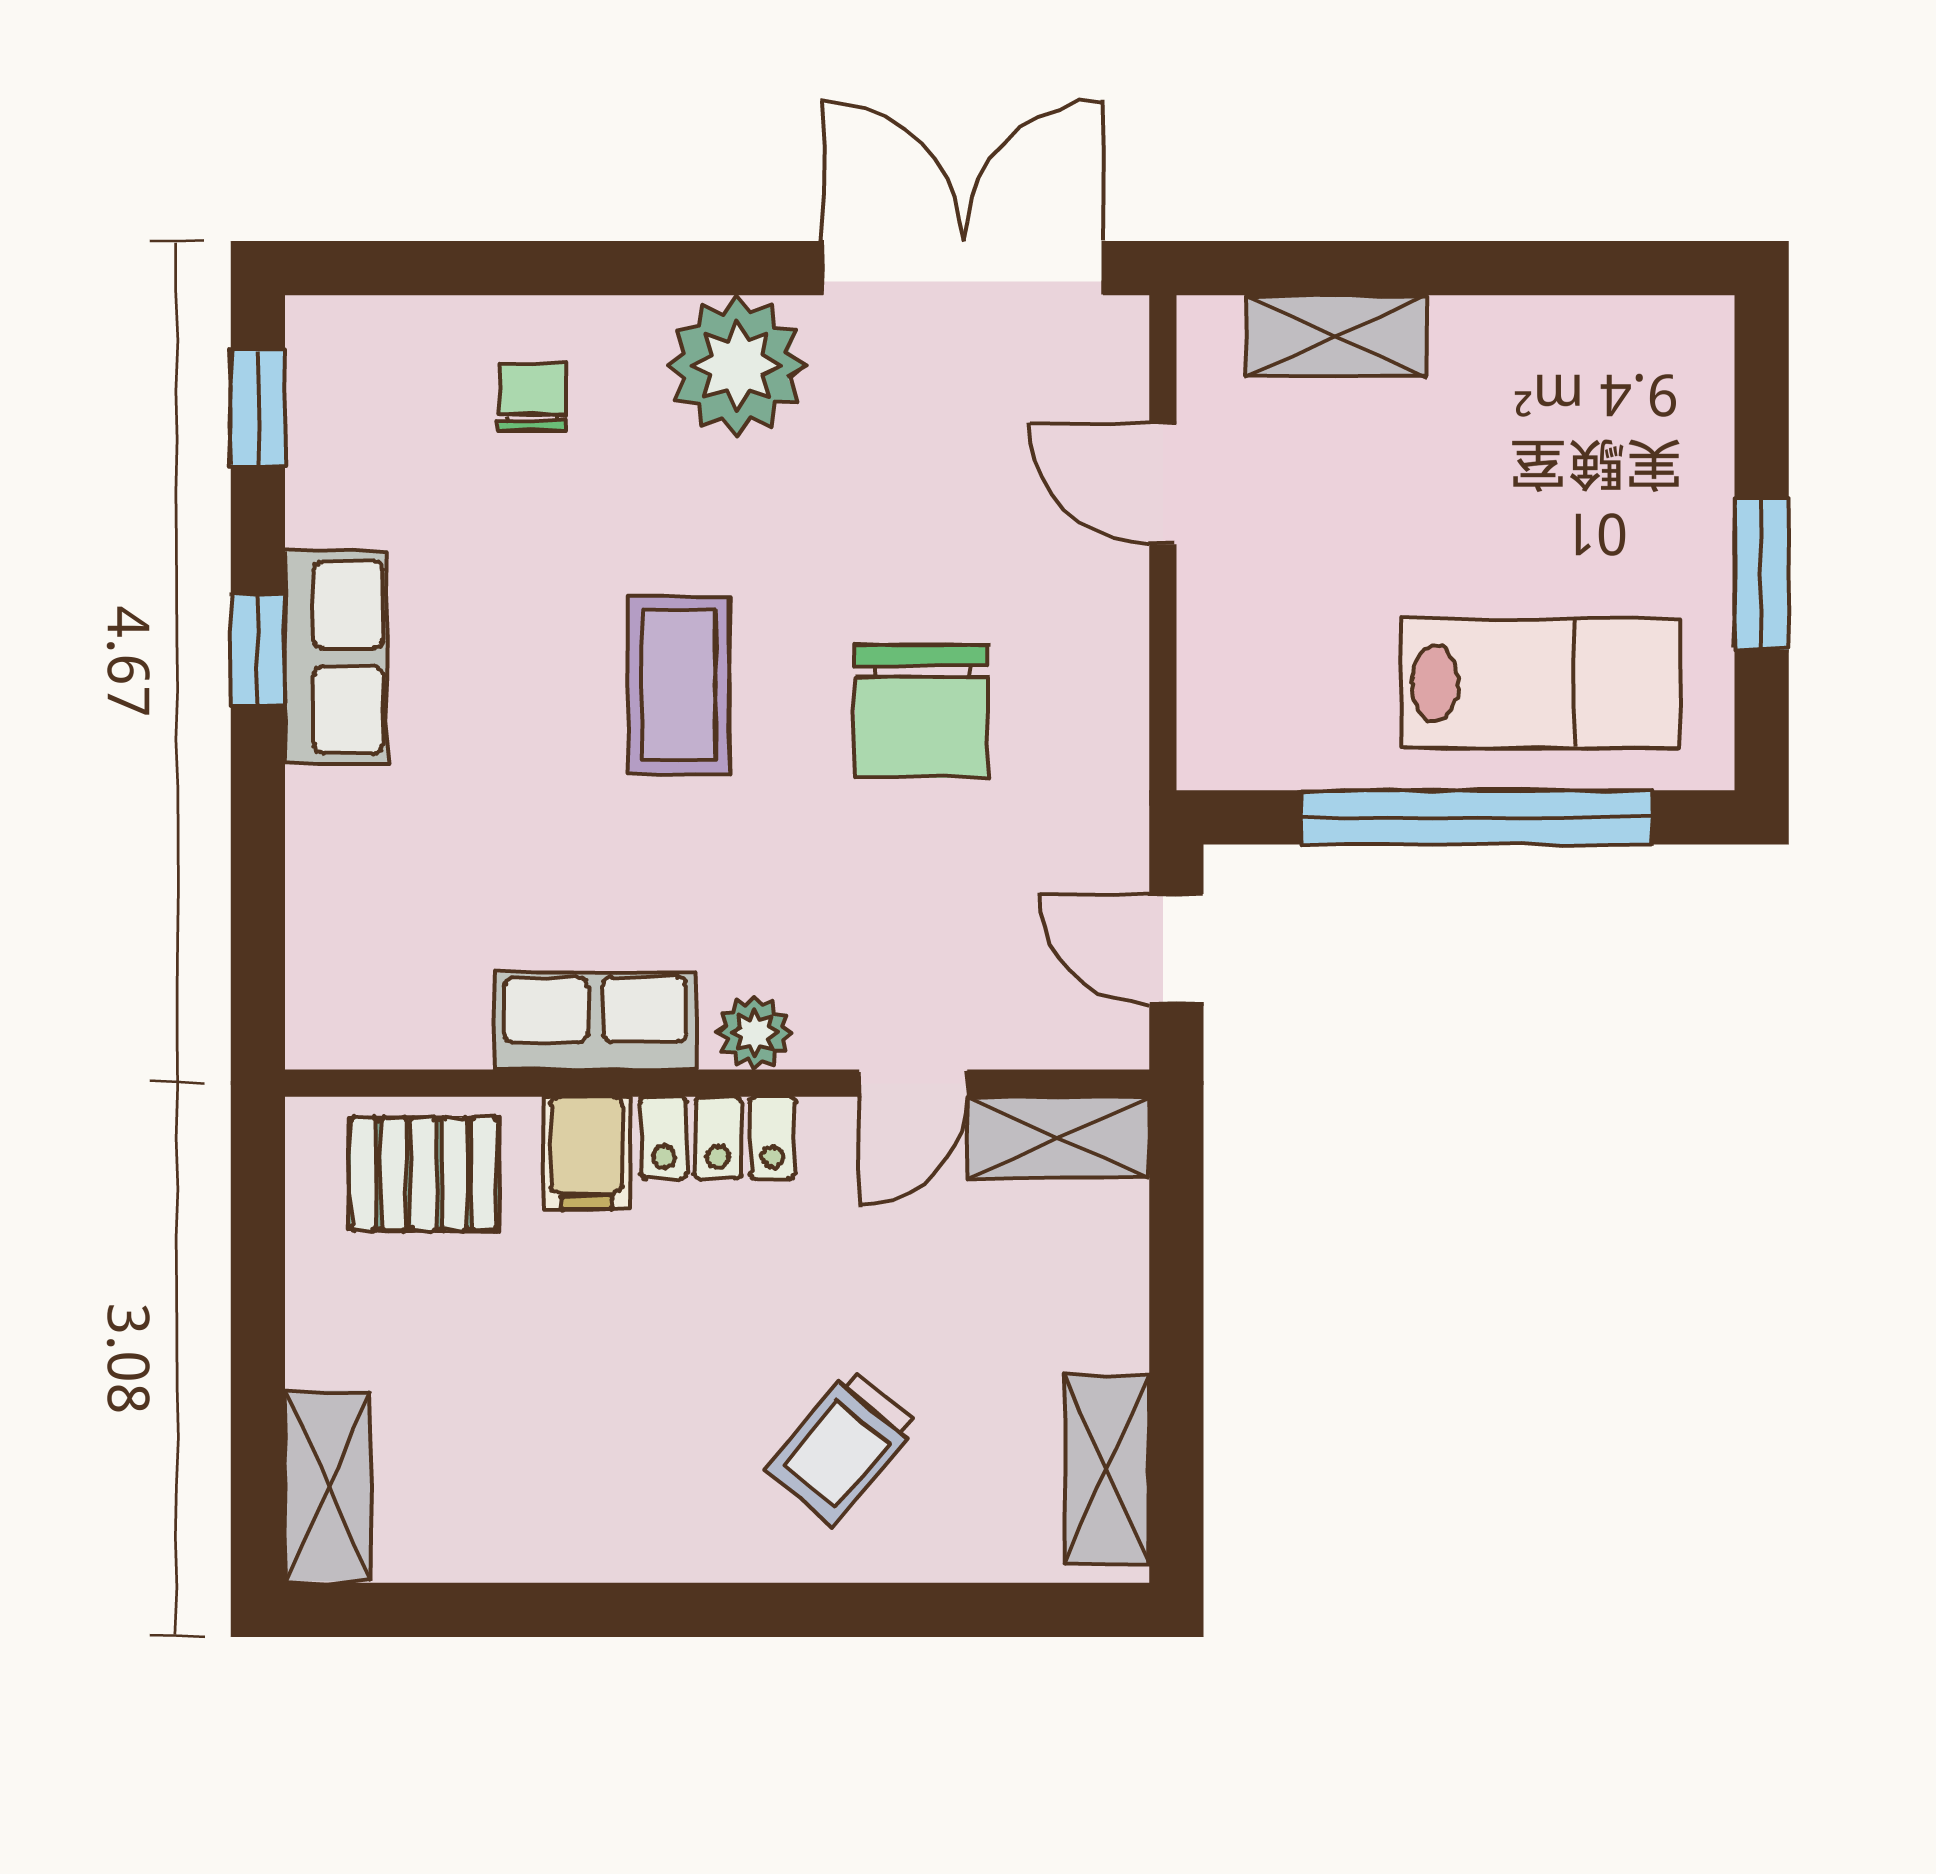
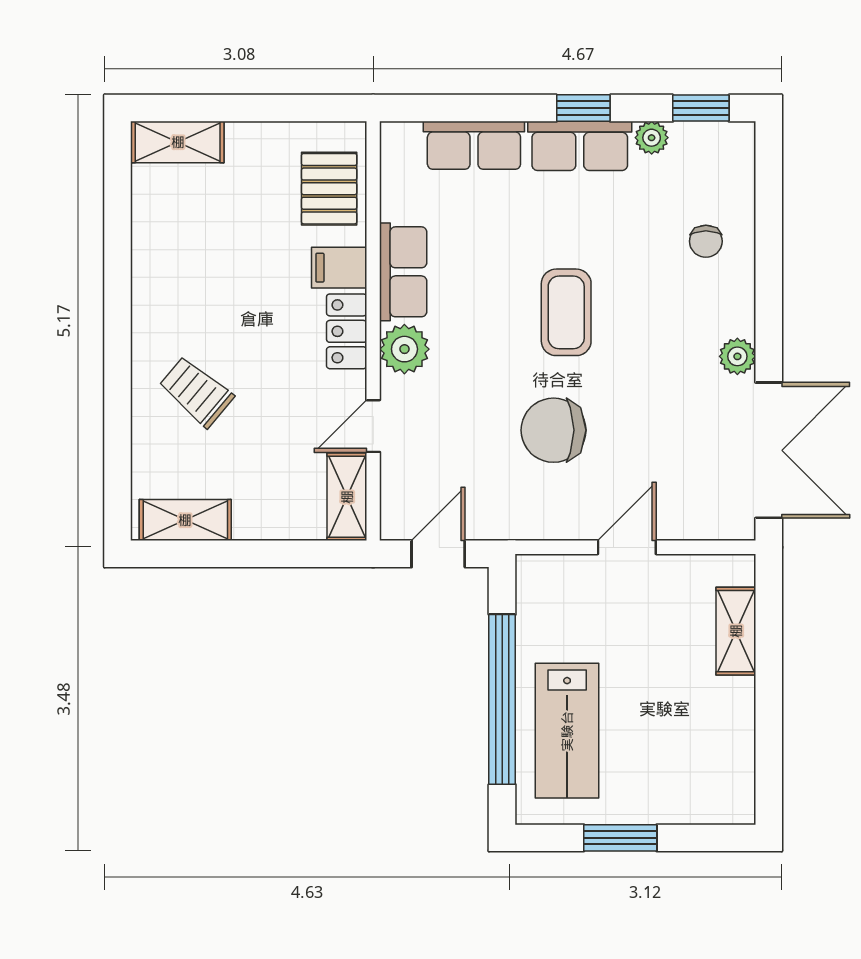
plant: (737, 365) -> (737, 356), width x0.53, depth x0.53
chair: (532, 398) -> (706, 241), turned 90
door: (1163, 484) -> (627, 547), moved
plant: (319, 509) -> (652, 138), added
coffee table: (679, 685) -> (566, 312), turned 90
row of seats: (335, 875) -> (474, 145), added
plant: (755, 1032) -> (404, 349), width x1.38, depth x1.38
door: (913, 1083) -> (373, 426), hinge flipped

